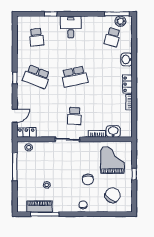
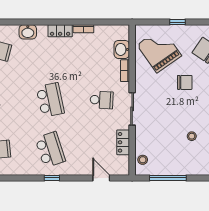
school desk: (36, 77) -> (50, 150), turned -39
locker: (26, 132) -> (123, 142), moved
grand piano: (112, 160) -> (159, 50), turned 55

